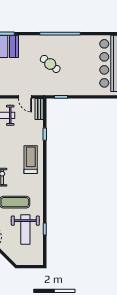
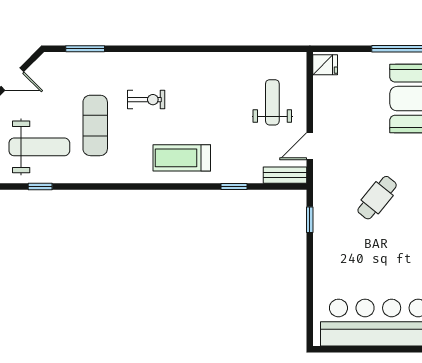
treadmill: (31, 160) -> (182, 158), turned 180
weight bench: (25, 230) -> (39, 147), turned 180

